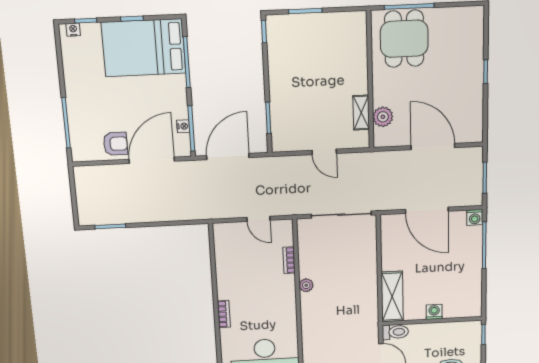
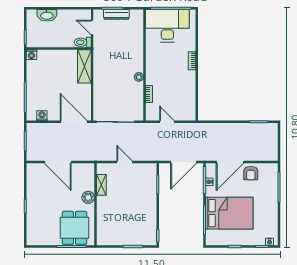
bed: (144, 48) -> (229, 213), moved
plant: (383, 117) -> (88, 197), moved
armchair: (115, 144) -> (251, 173), turned -90
door: (427, 210) -> (74, 122), moved
washing machine: (475, 217) -> (42, 116), moved
washing machine: (434, 312) -> (31, 55), moved

